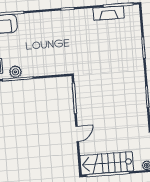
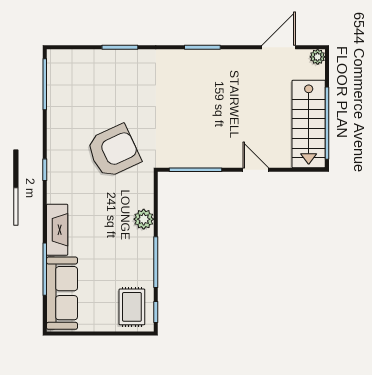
fireplace: (109, 13) -> (57, 230), moved
armchair: (82, 49) -> (114, 151), added
plant: (15, 72) -> (144, 219), moved

